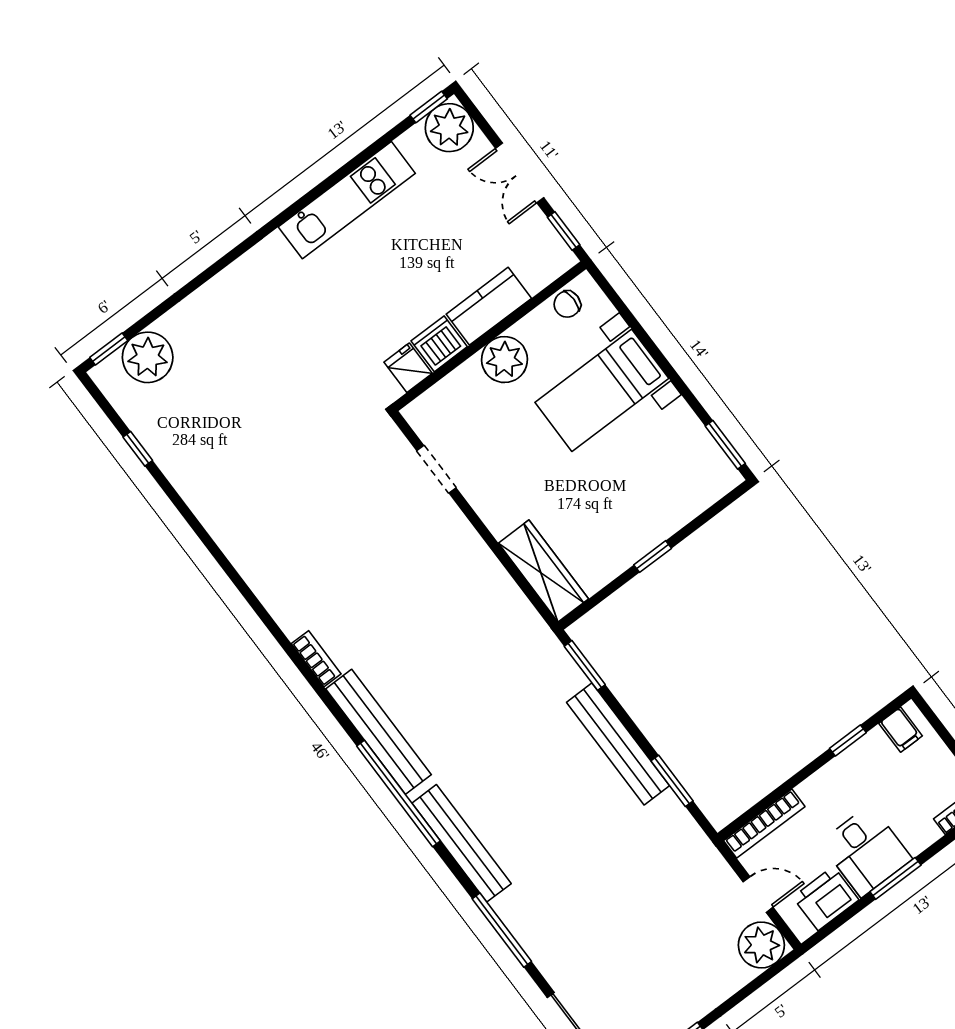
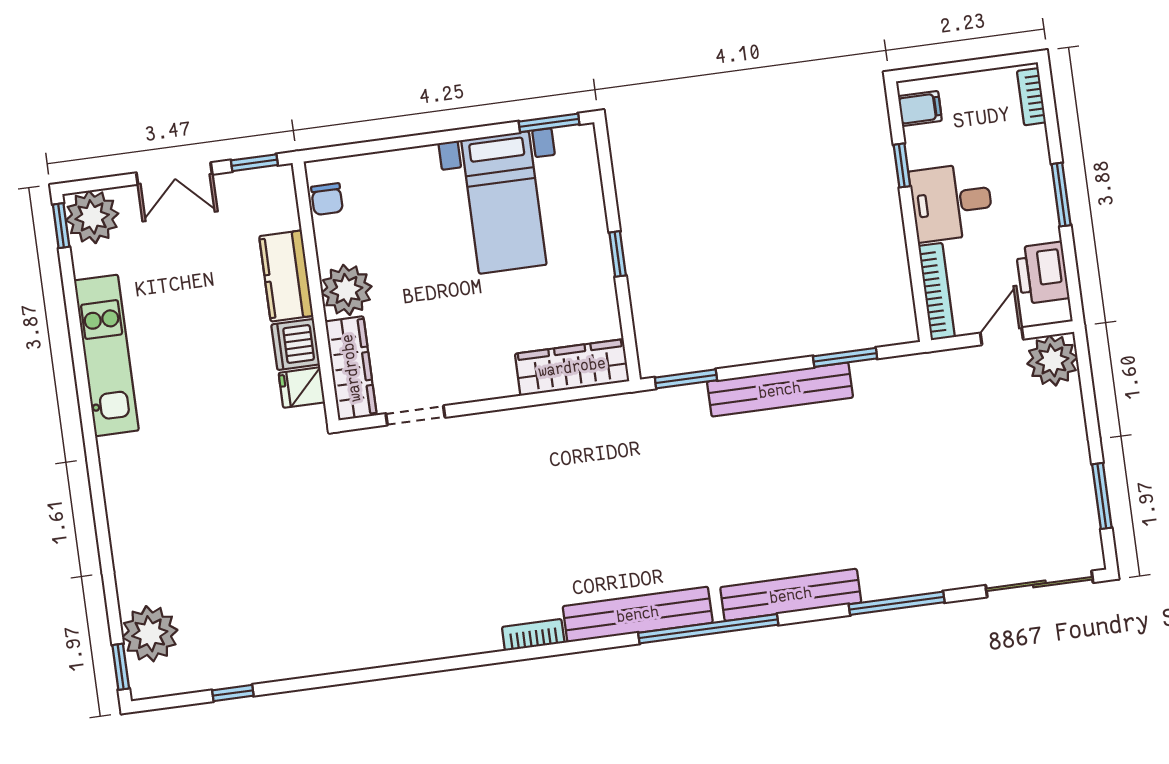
bed with nightstands: (602, 390) -> (504, 202), moved
wardrobe: (445, 398) -> (351, 368), added
desk: (866, 851) -> (952, 202), moved, turned 180

